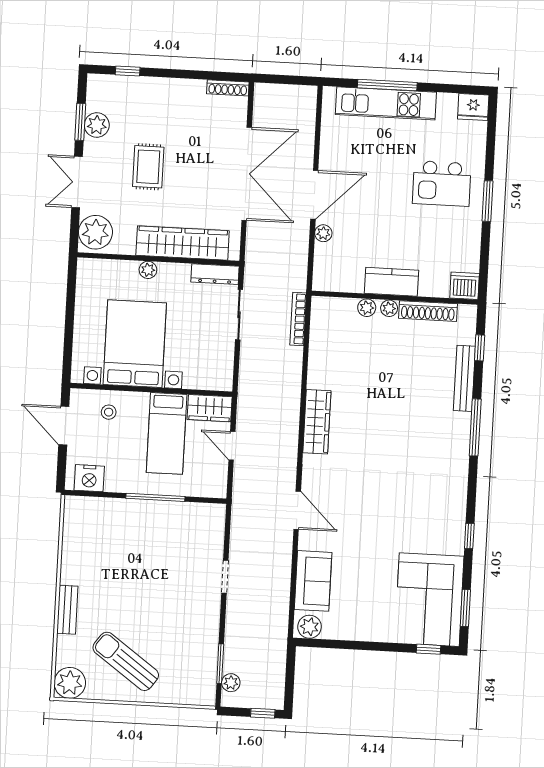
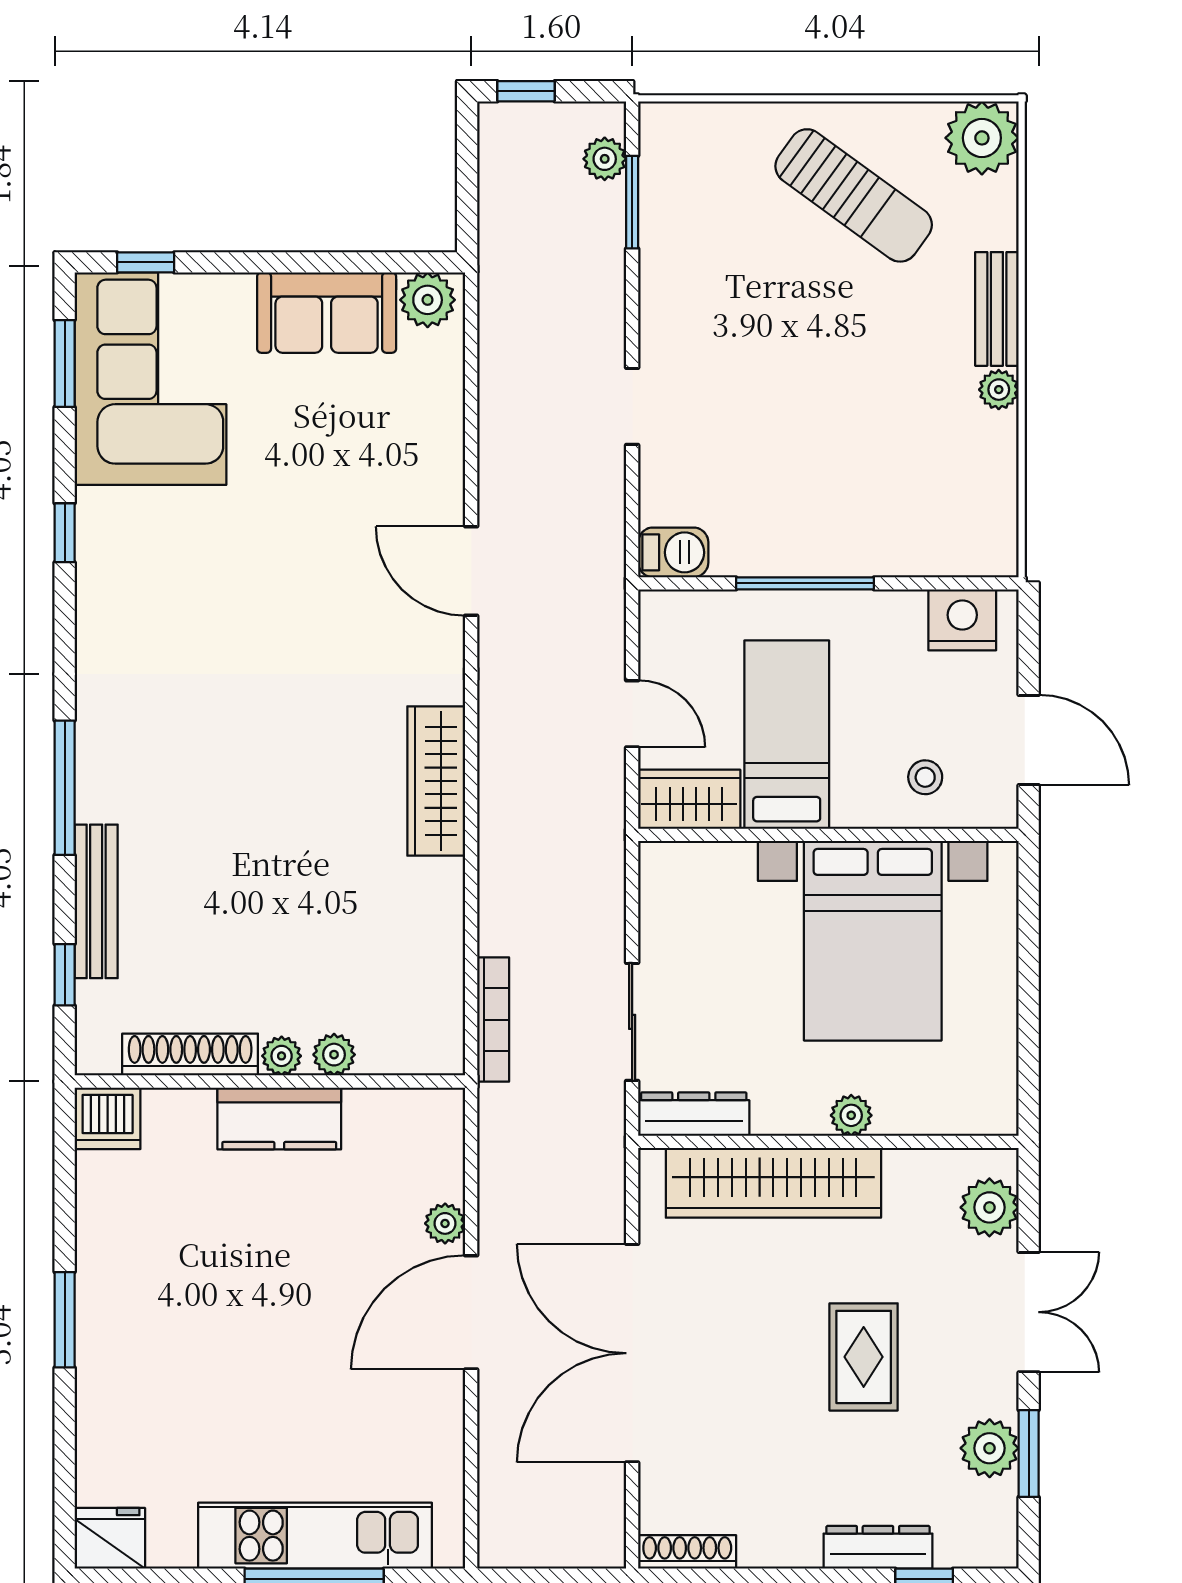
dresser: (147, 85) -> (878, 1547), added
kitchen island: (442, 184) -> (174, 1355), removed
plant: (95, 232) -> (989, 1207), width x0.73, depth x0.73
barbecue: (211, 514) -> (673, 552), added
plant: (68, 575) -> (999, 390), added
sofa: (313, 581) -> (327, 313), moved, turned -90

